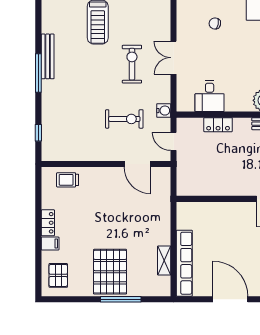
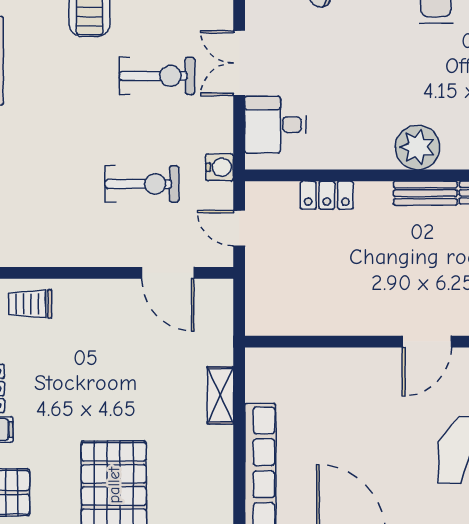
exercise bike: (132, 64) -> (157, 76), turned 90
desk: (210, 96) -> (275, 125), moved, turned 90
shelving: (164, 261) -> (220, 395), moved

